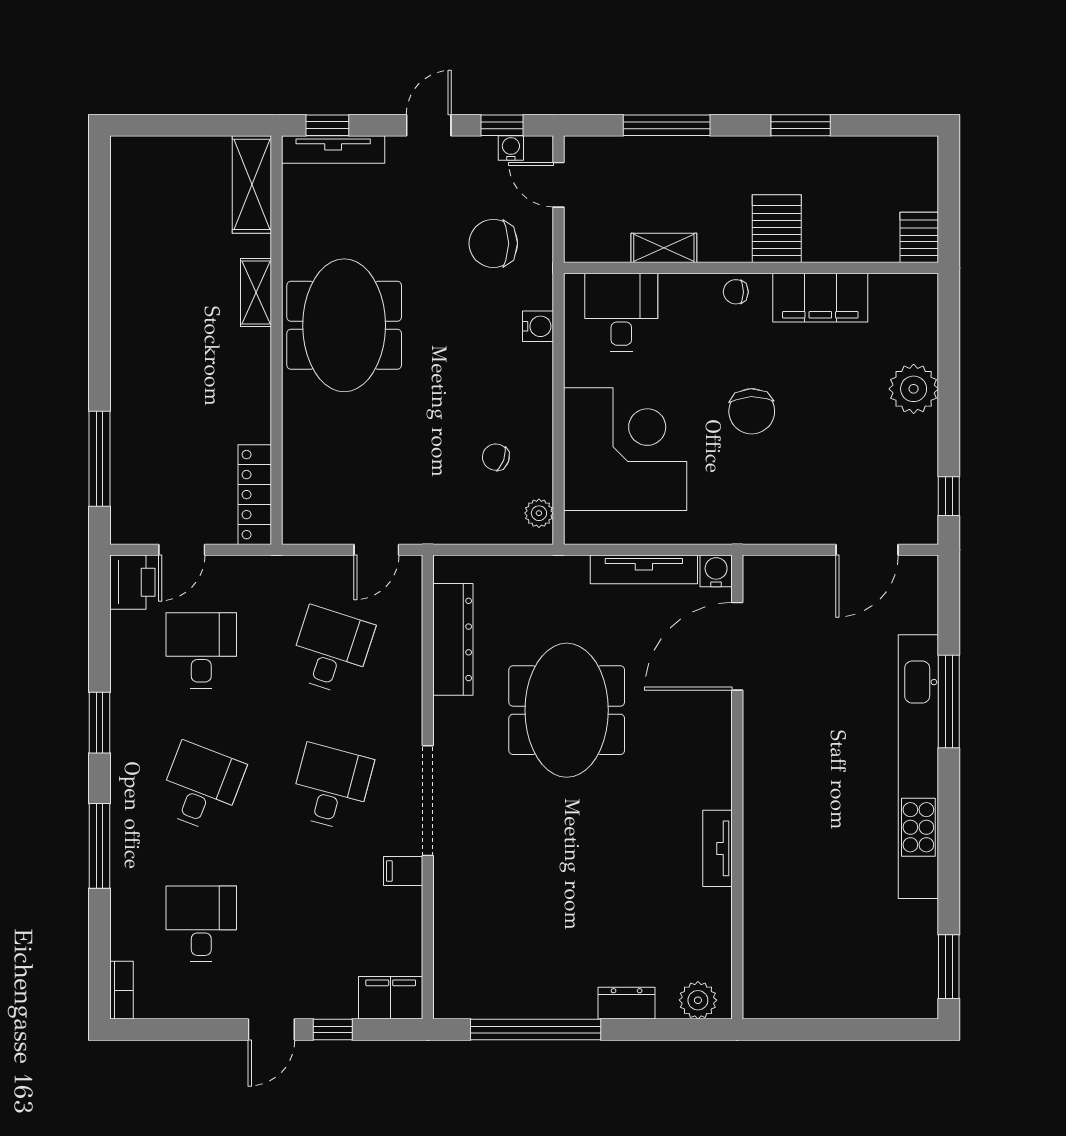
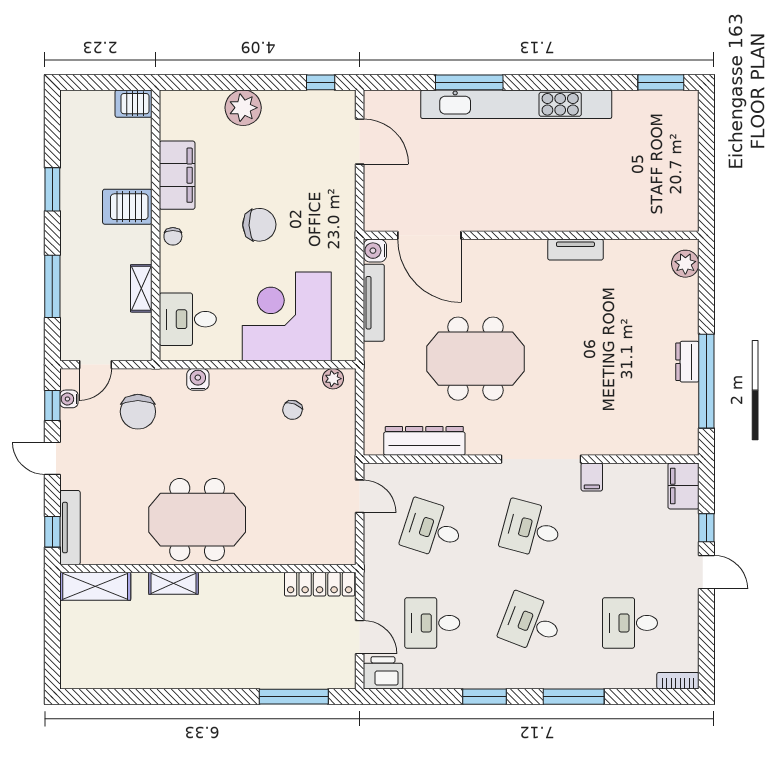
dresser: (627, 1003) -> (687, 362), moved

